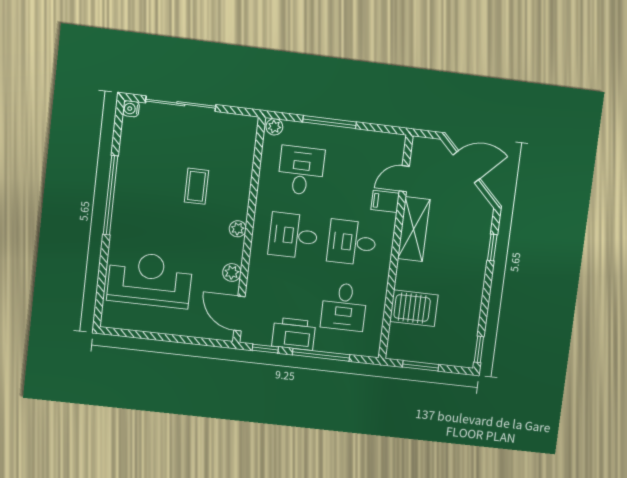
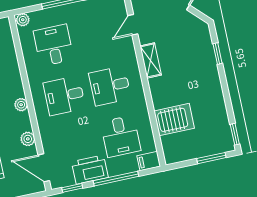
filing cabinet: (385, 201) -> (149, 161), moved
shelving: (414, 229) -> (151, 60), width x0.67, depth x0.75
window: (421, 366) -> (211, 158), moved

